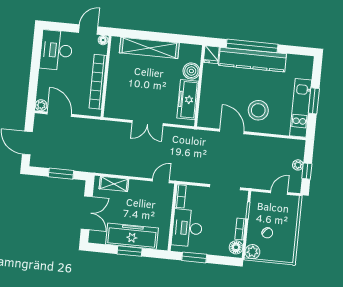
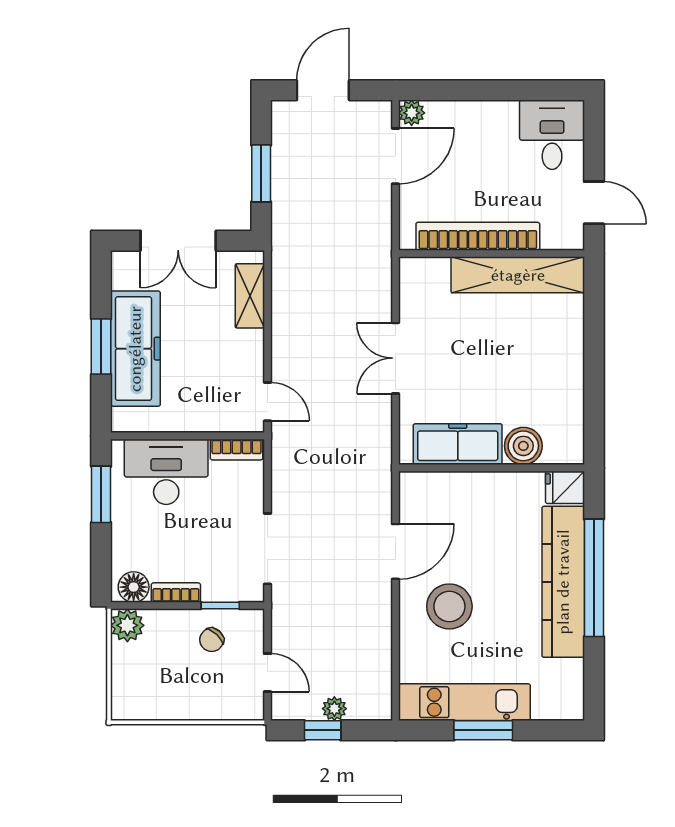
floor lamp: (103, 40) -> (574, 239), removed
shelving: (149, 48) -> (518, 275), moved, turned 90
desk: (56, 50) -> (552, 135), width x0.73
chair: (267, 233) -> (212, 640), moved

